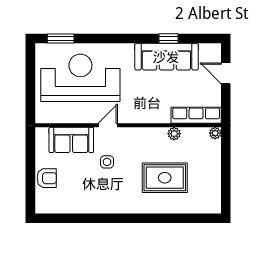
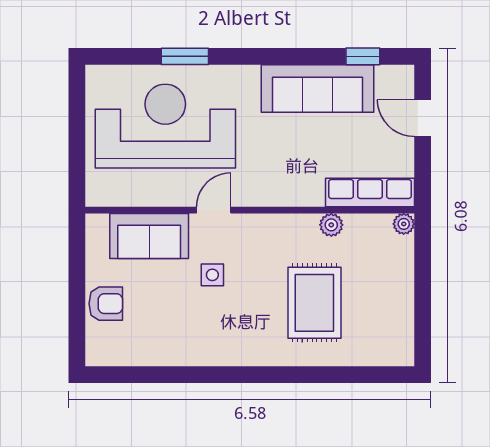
window: (61, 38) -> (185, 56), moved
window: (169, 38) -> (363, 56), moved
rug: (165, 178) -> (314, 303), turned 90

